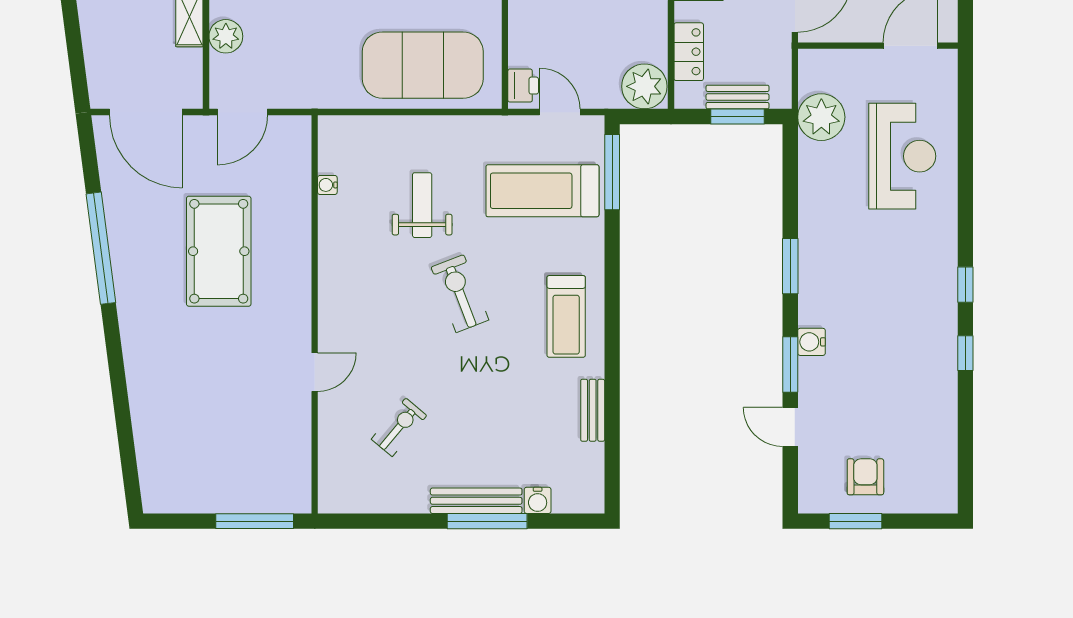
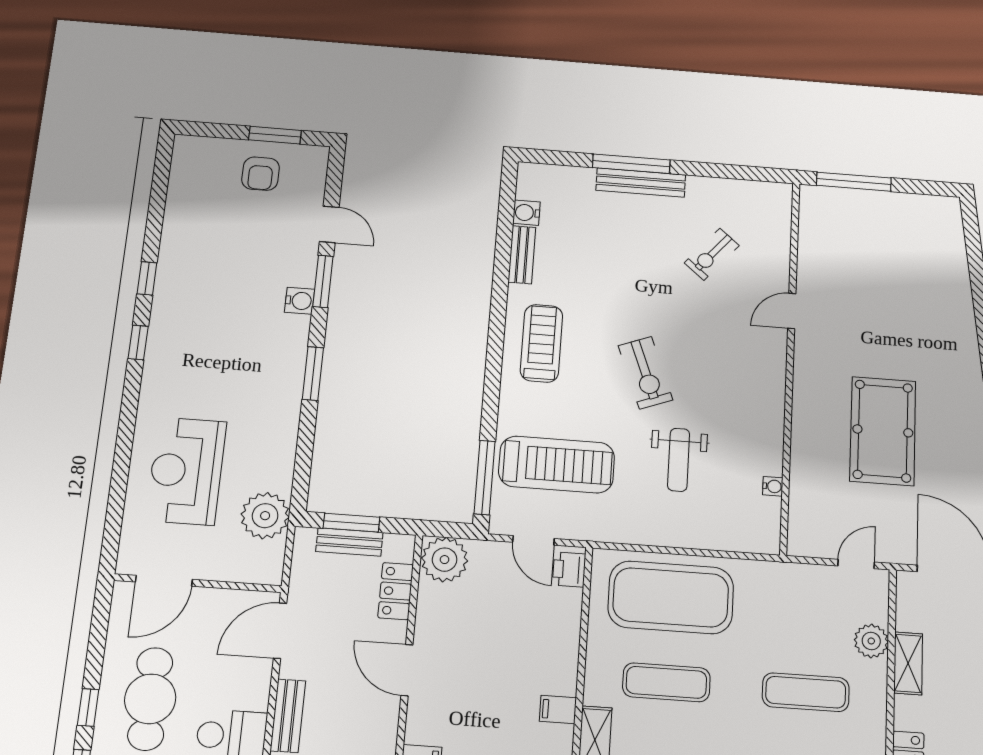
door: (242, 112) -> (856, 564), width x0.73
water cooler: (538, 500) -> (526, 213), moved, turned -90

